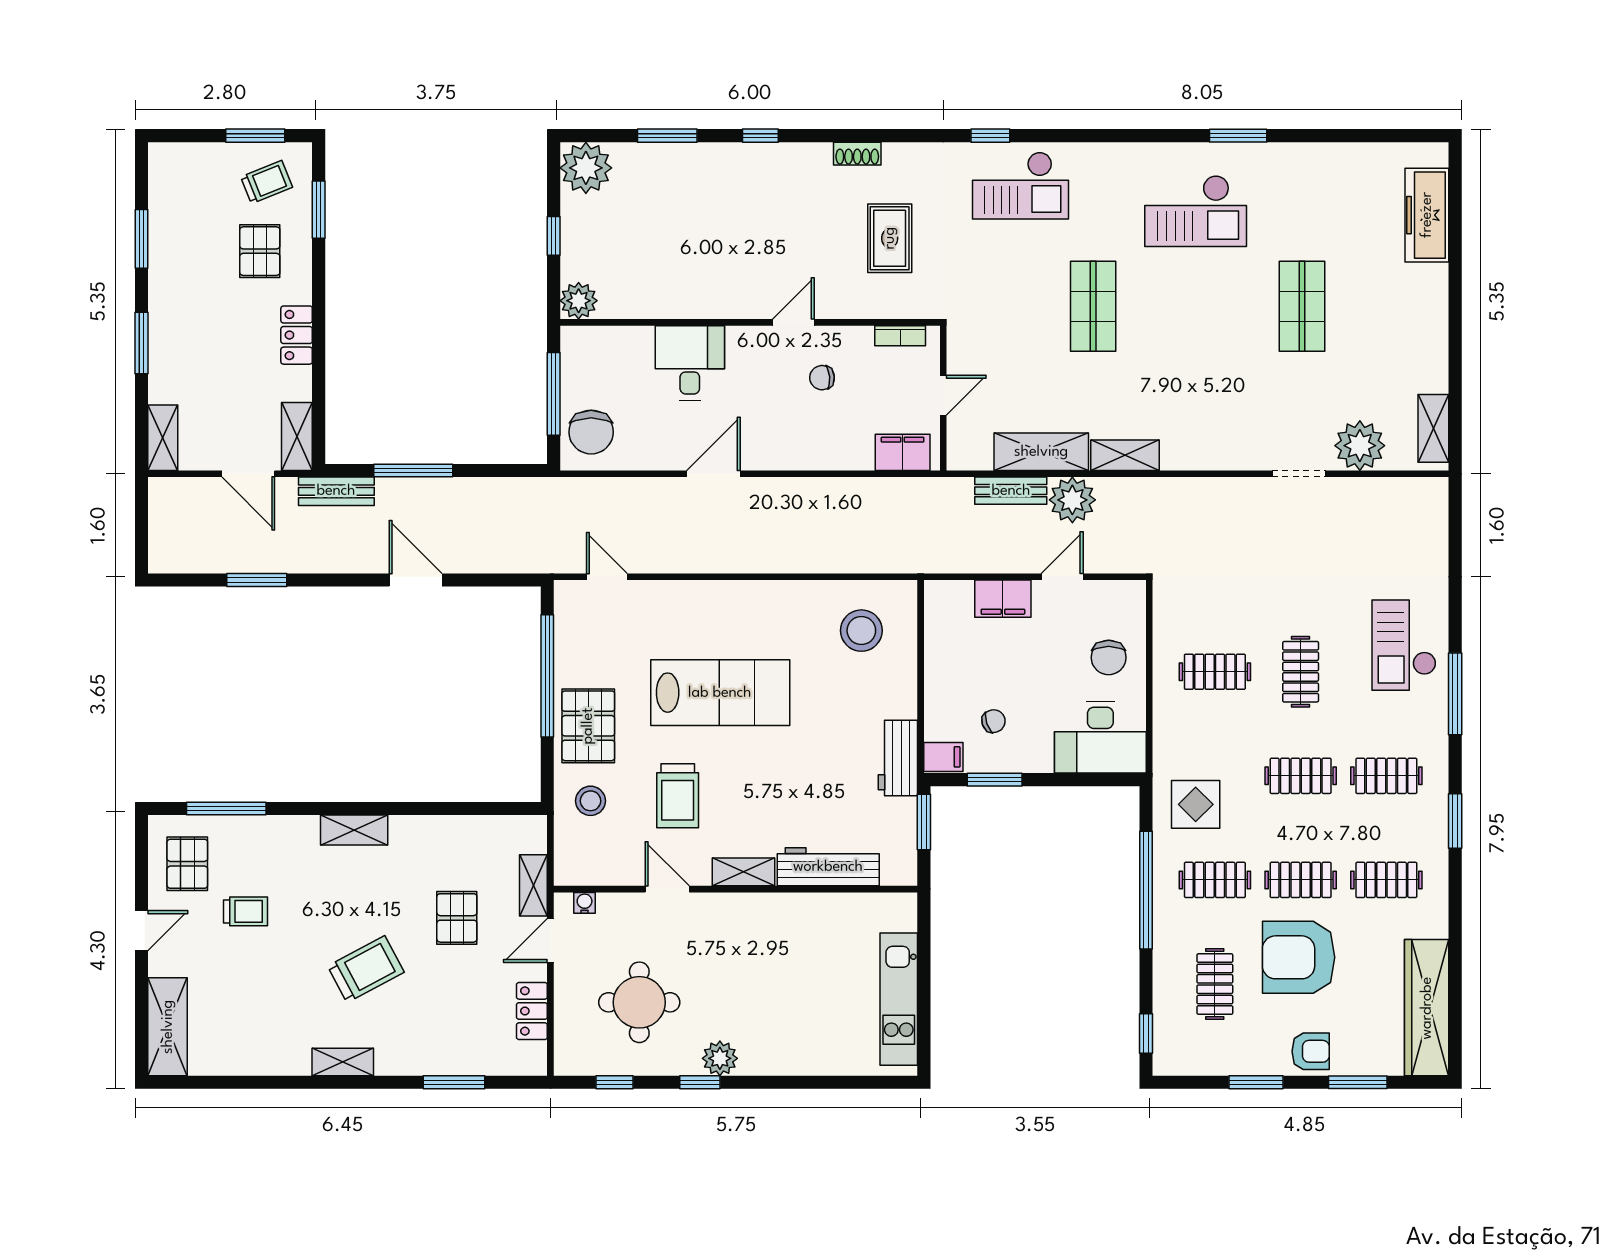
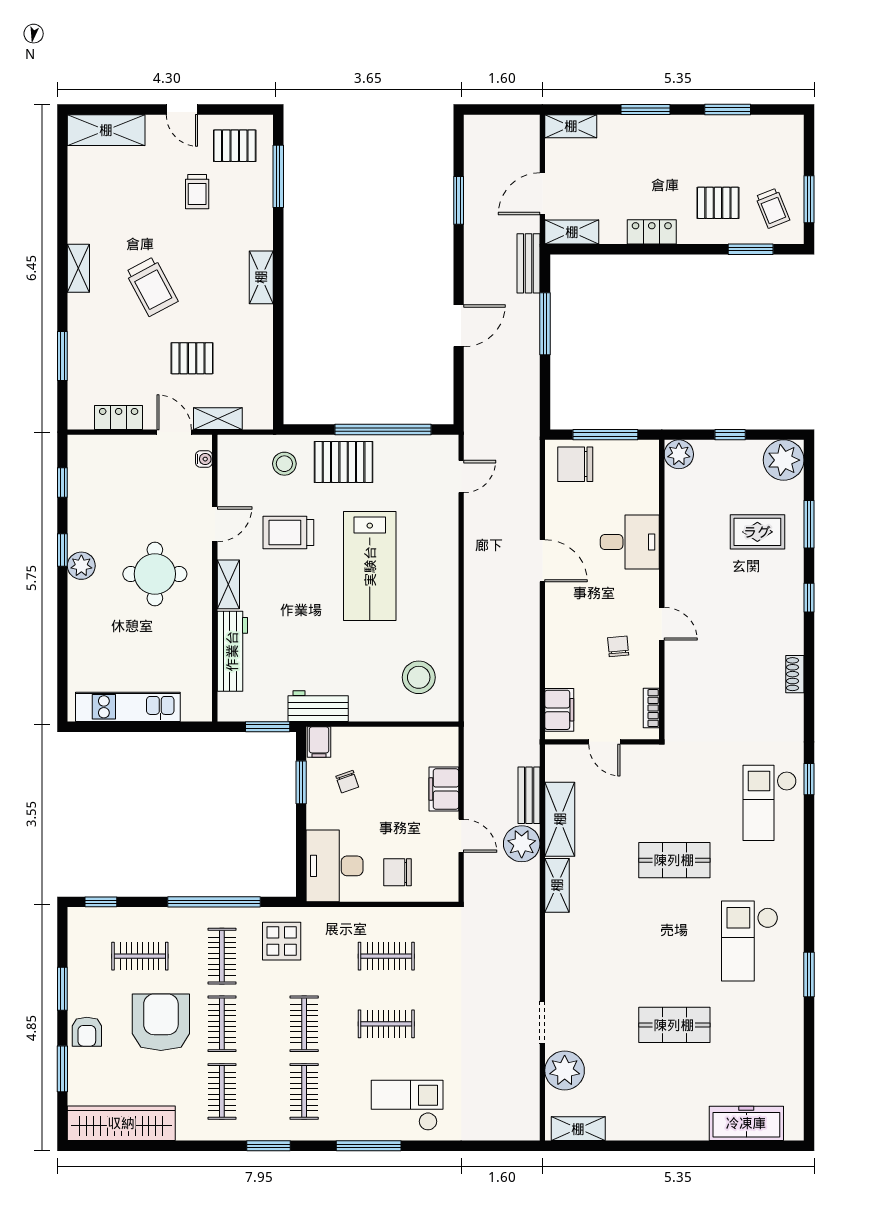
rug: (890, 238) -> (757, 532), moved
clothes rail: (1215, 672) -> (386, 956), turned 90
round table: (639, 1002) -> (155, 574), moved

